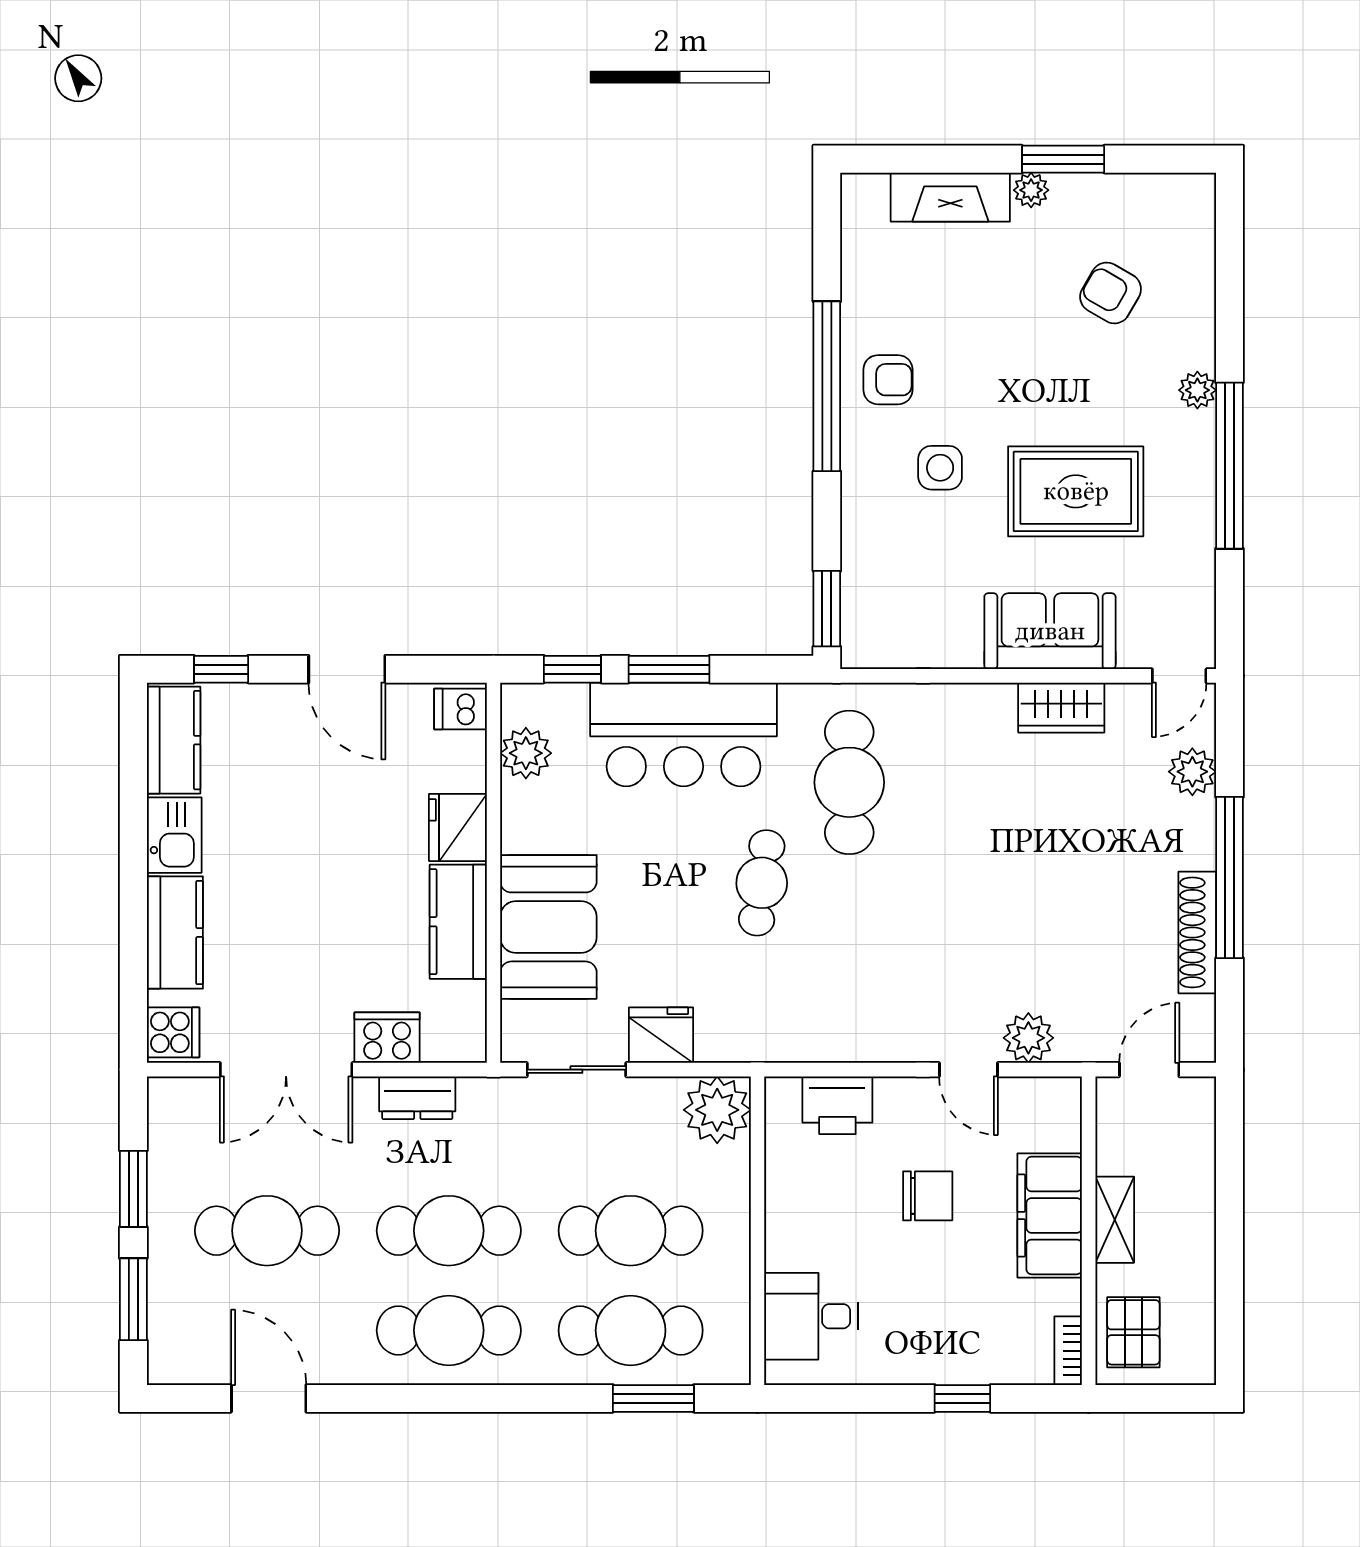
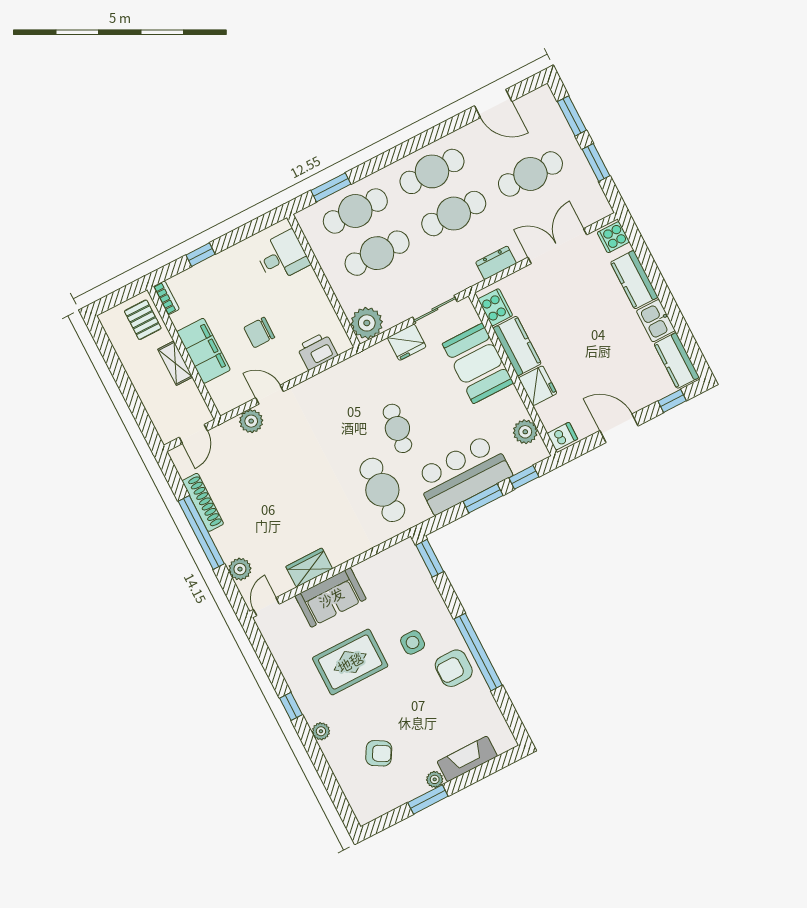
armchair: (888, 380) -> (454, 668), width x1.38, depth x1.38
window: (1229, 466) -> (291, 706), width x0.32
cooker: (387, 1038) -> (495, 307), moved, turned -90

